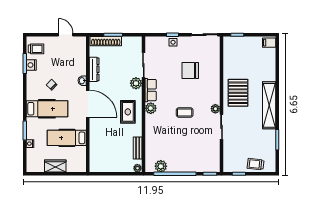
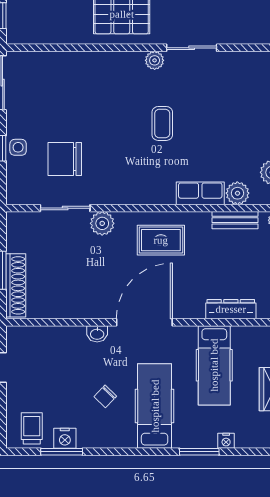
dresser: (94, 69) -> (231, 309), moved
chair: (190, 71) -> (65, 159), moved, turned 90
row of seats: (151, 90) -> (200, 193), moved
plant: (151, 108) -> (237, 193), moved

